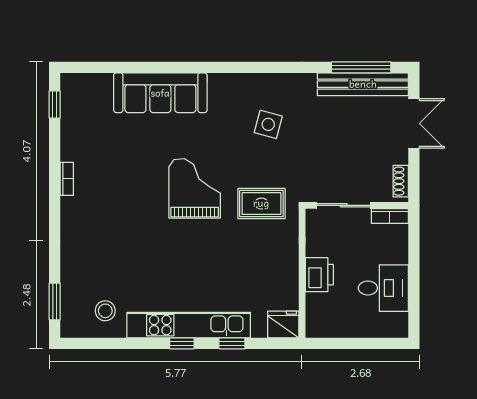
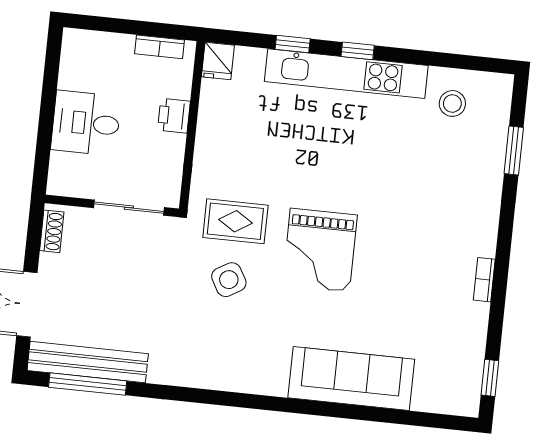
side table: (268, 124) -> (229, 280), moved, turned 45
bookcase: (390, 216) -> (159, 47), moved, turned 180
printer: (319, 275) -> (174, 116), width x0.73, depth x0.81
desk: (383, 288) -> (86, 123), moved
window: (55, 301) -> (514, 150), moved
fridge: (283, 324) -> (218, 61), width x0.72

